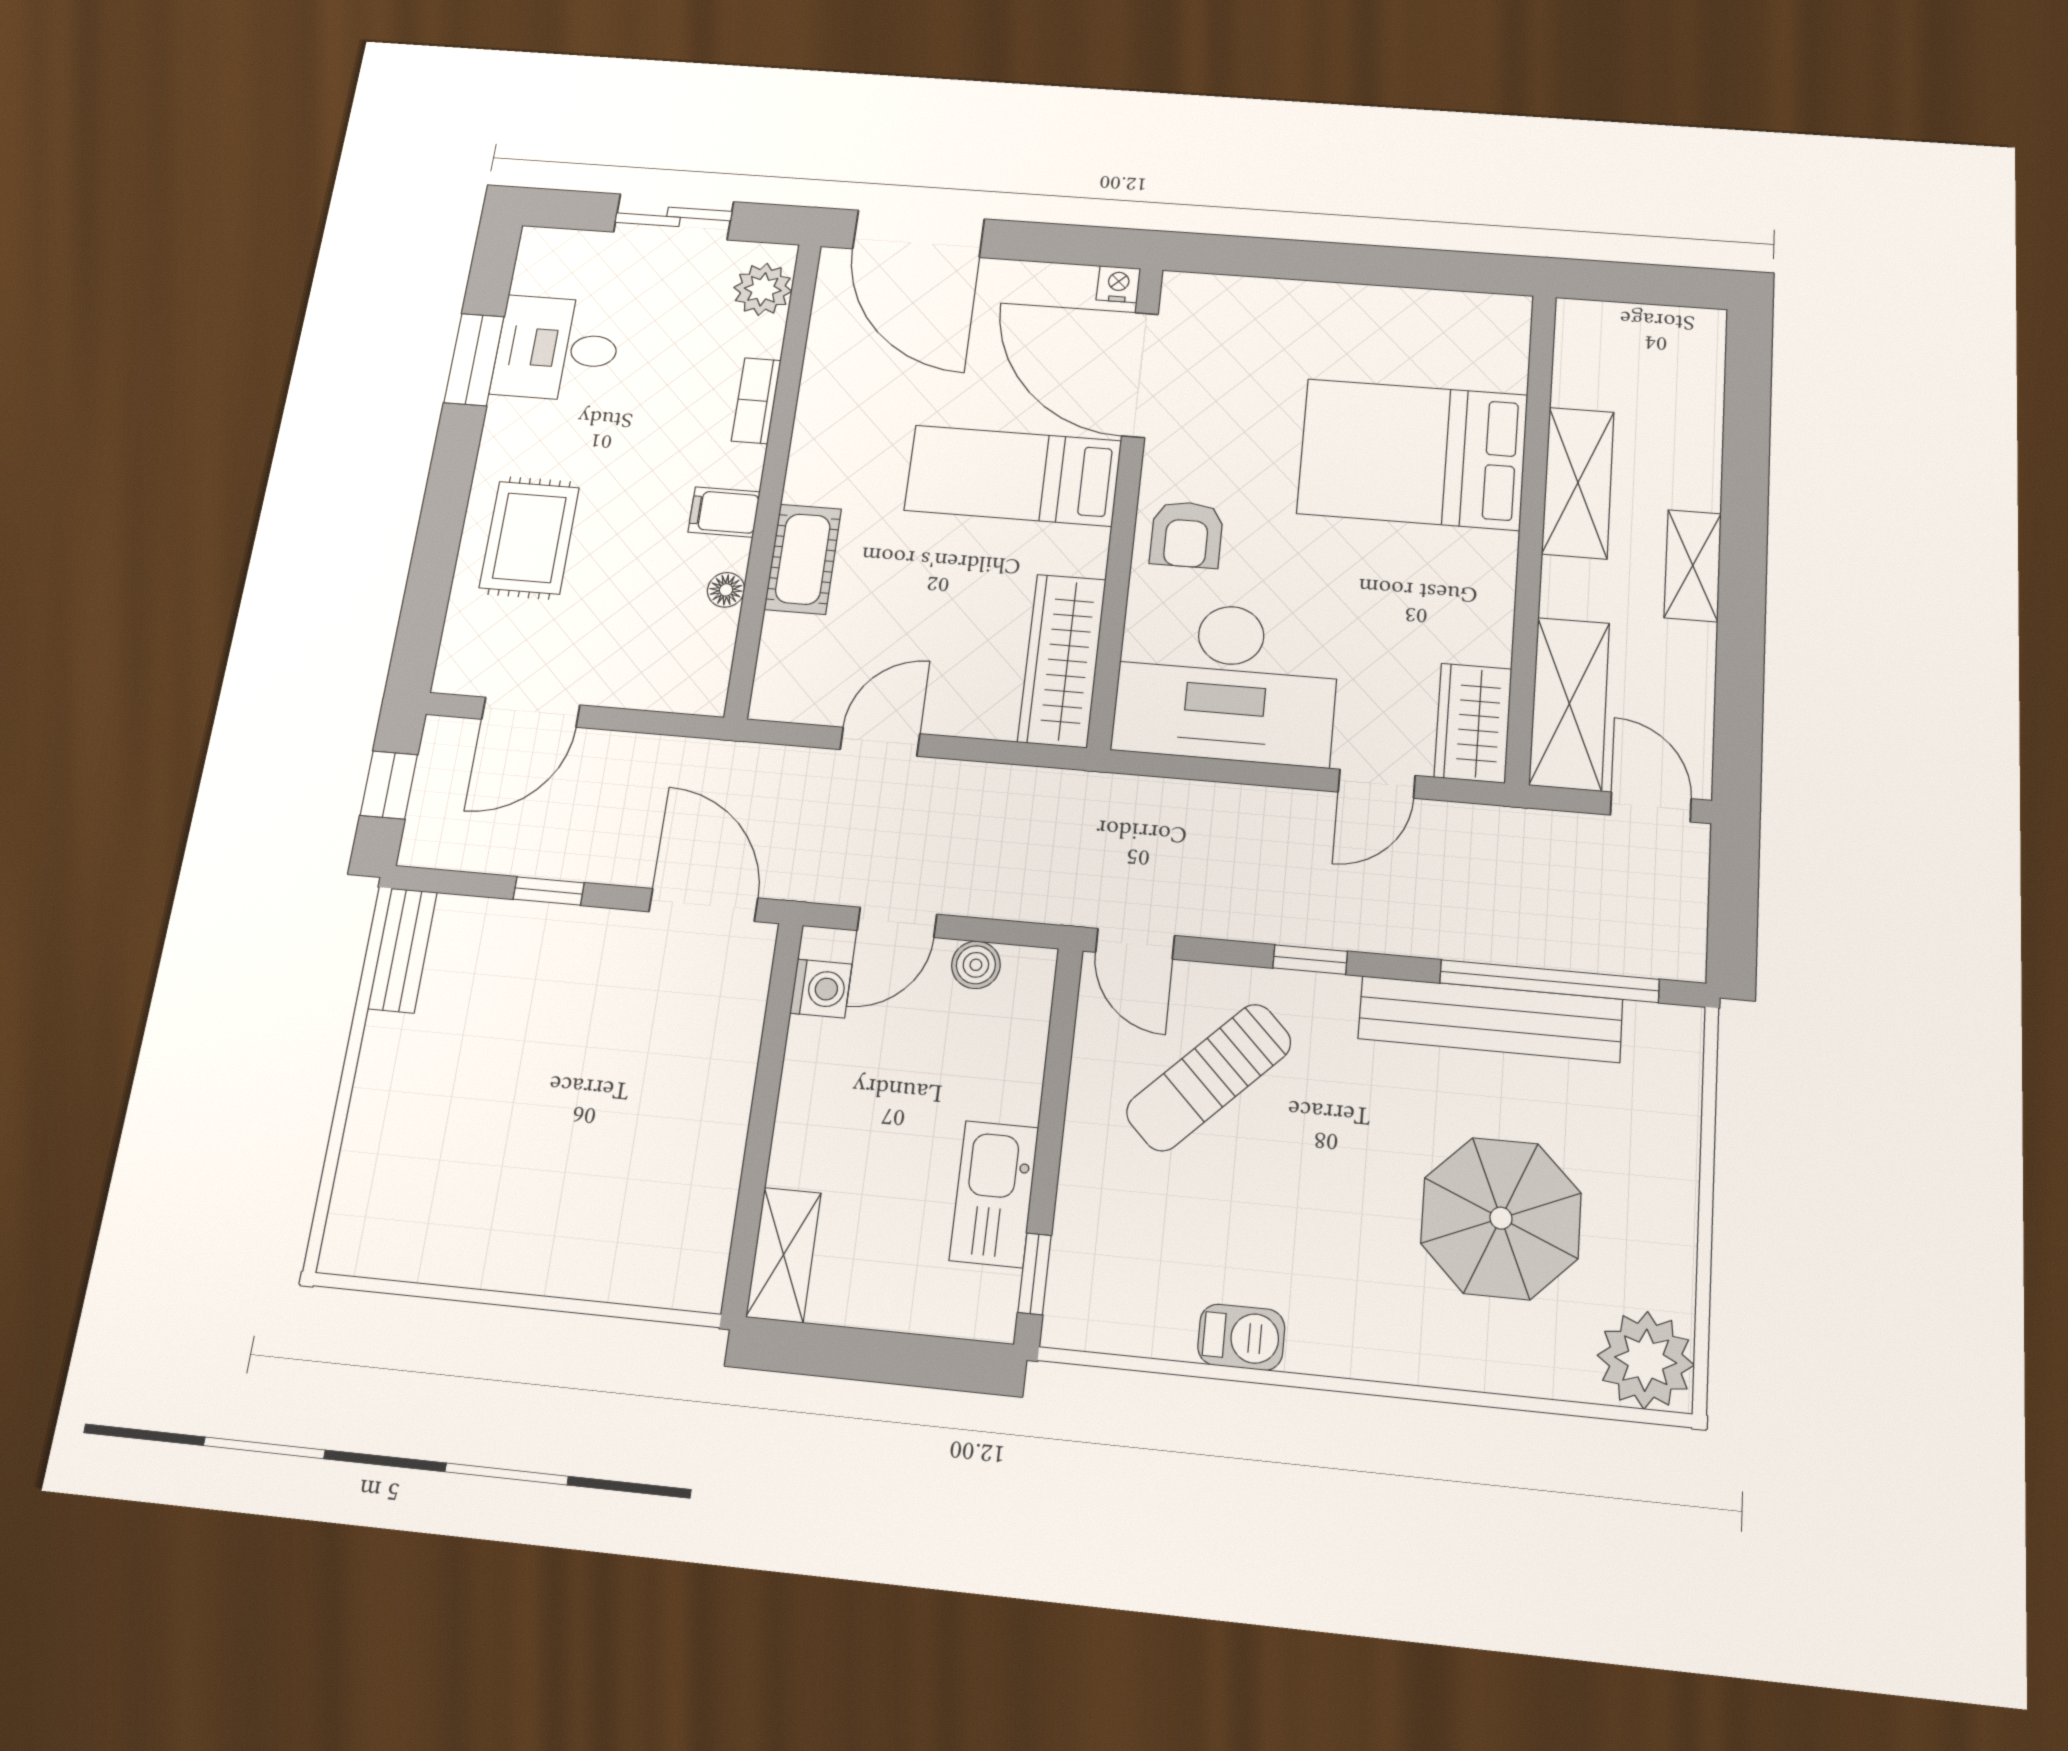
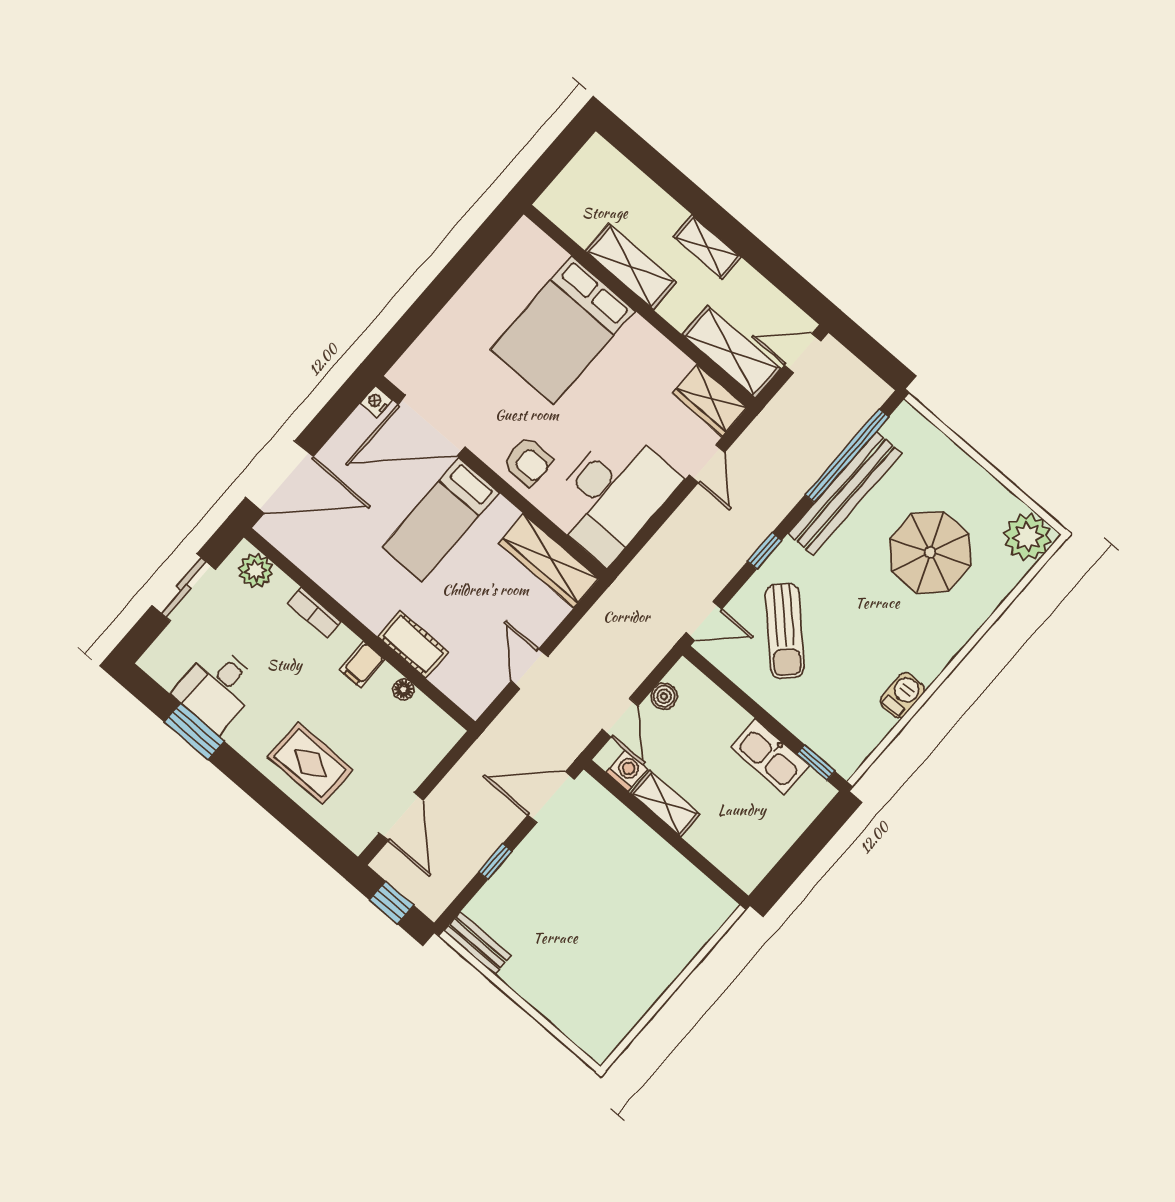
shelving: (784, 1255) -> (665, 804), moved

